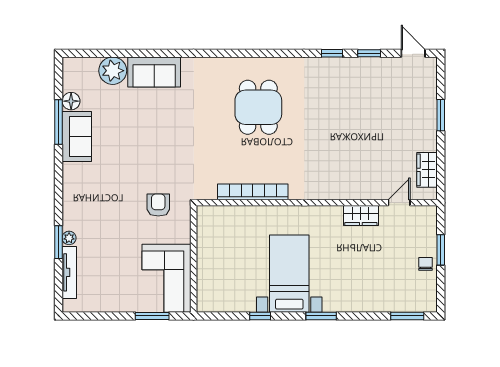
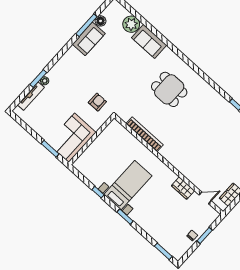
dining table: (258, 107) -> (169, 89), moved, turned 90

